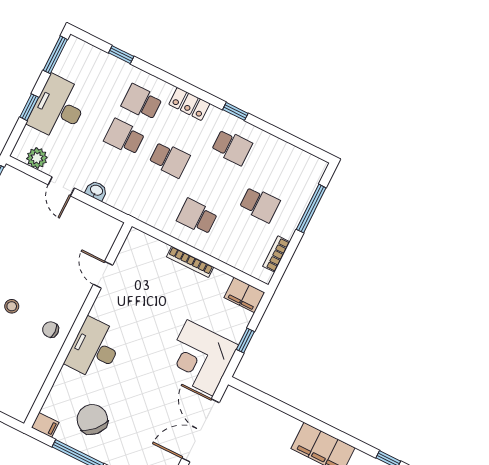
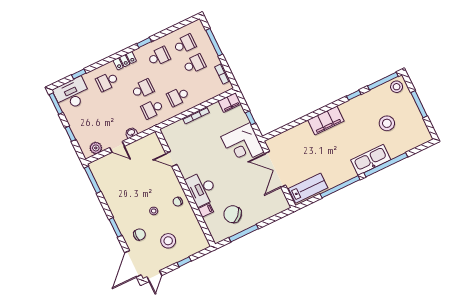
desk: (58, 108) -> (72, 94), moved, turned 90
school desk: (124, 137) -> (152, 109), moved
school desk: (277, 170) -> (185, 44), added
filing cabinet: (45, 425) -> (206, 210), moved

